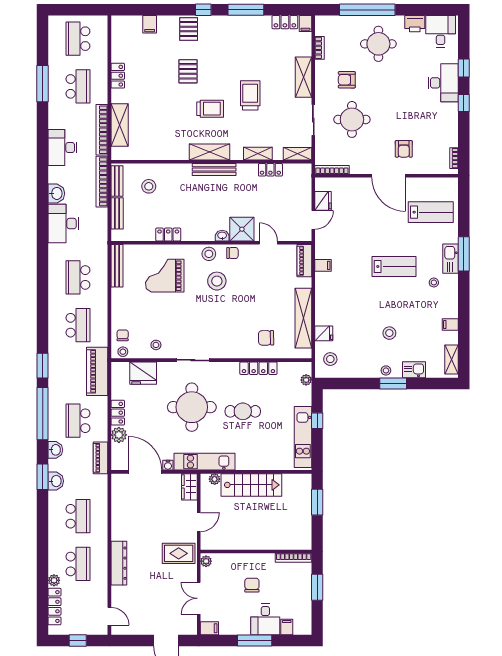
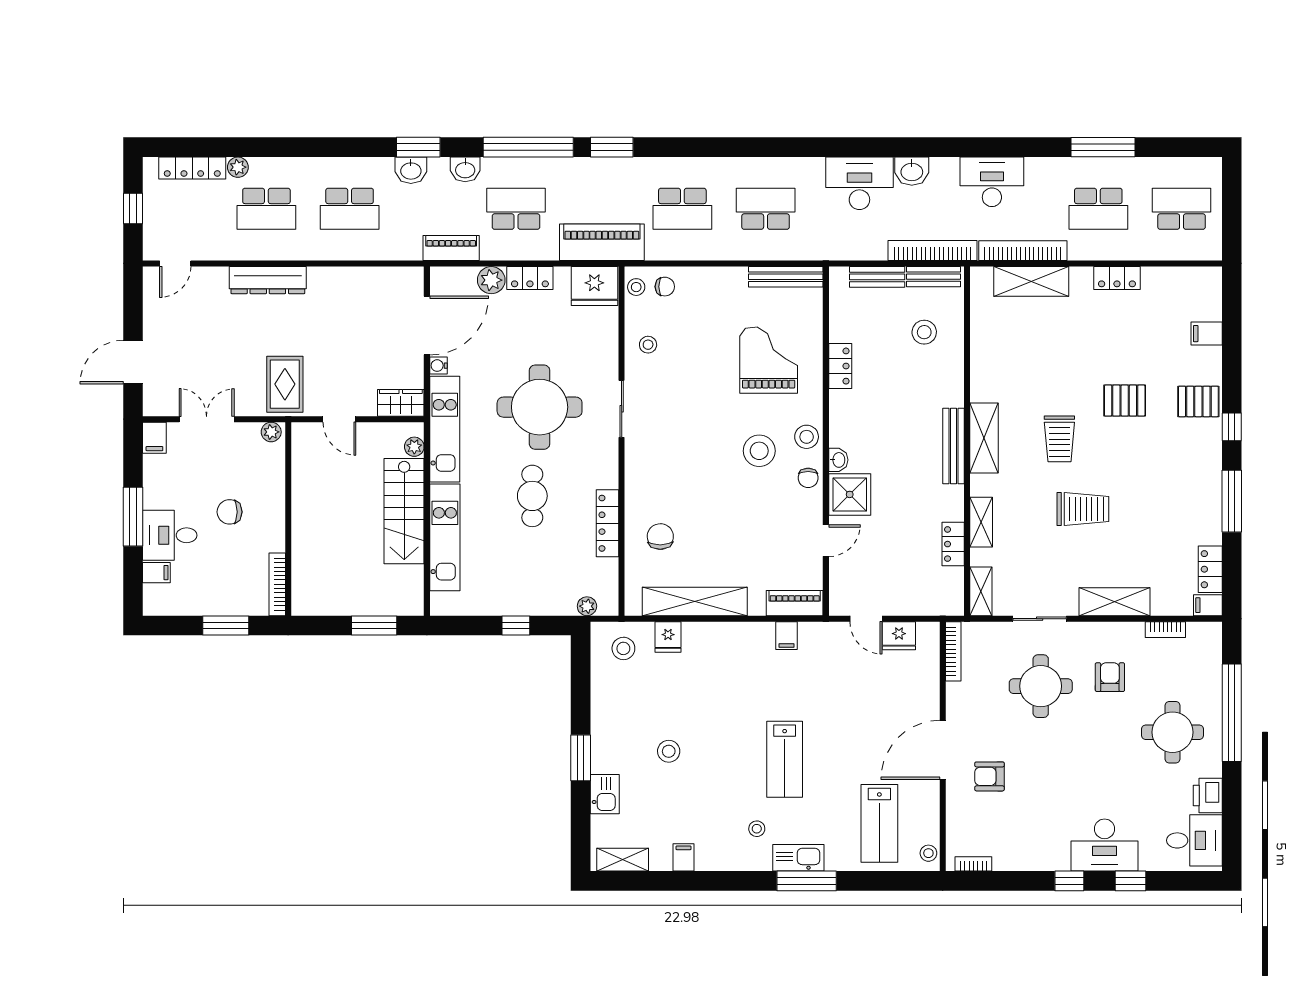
stool: (386, 370) -> (928, 853), moved
fridge: (143, 373) -> (594, 286), moved, turned -90
kitchen unit: (303, 437) -> (445, 537), moved, turned 90
chair: (252, 585) -> (230, 512), turned 180

